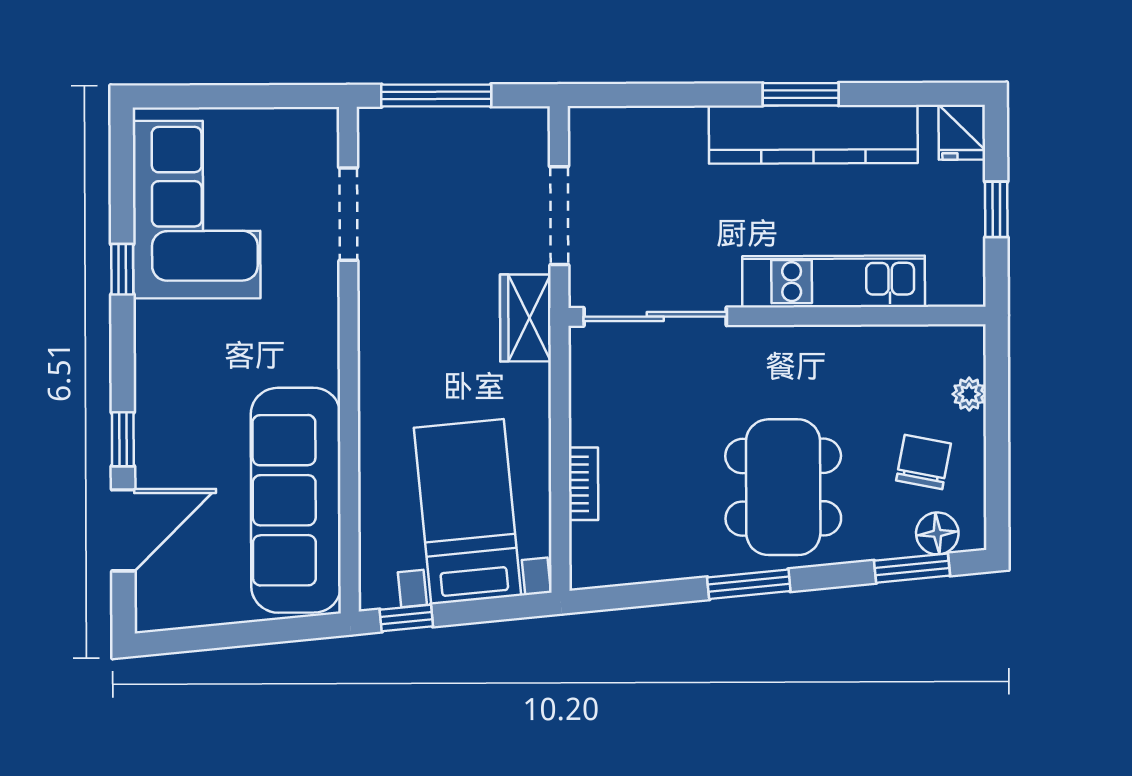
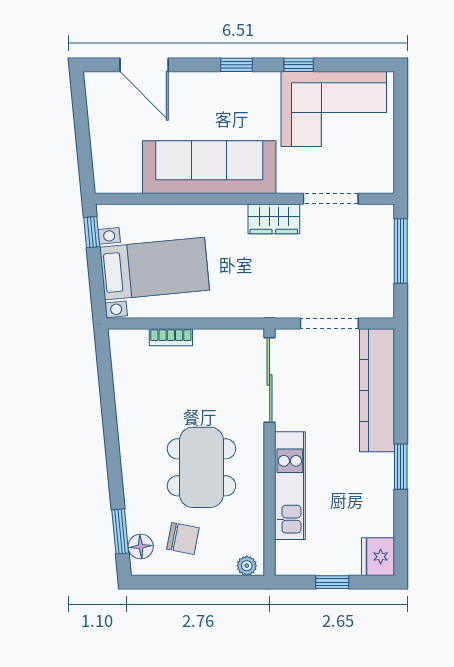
fridge: (962, 132) -> (378, 557), width x1.38
kitchen counter: (813, 134) -> (377, 390), moved
wardrobe: (525, 318) -> (274, 219), moved, turned 180
plant: (969, 394) -> (247, 566), moved
window: (123, 439) -> (237, 65), moved
dining table: (783, 487) -> (201, 467), moved, turned 90
sofa: (296, 500) -> (209, 167), moved
window: (749, 584) -> (111, 435), removed

